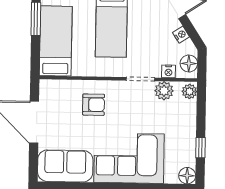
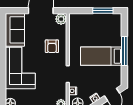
bed: (56, 41) -> (90, 23), removed
plant: (164, 91) -> (61, 19), moved

